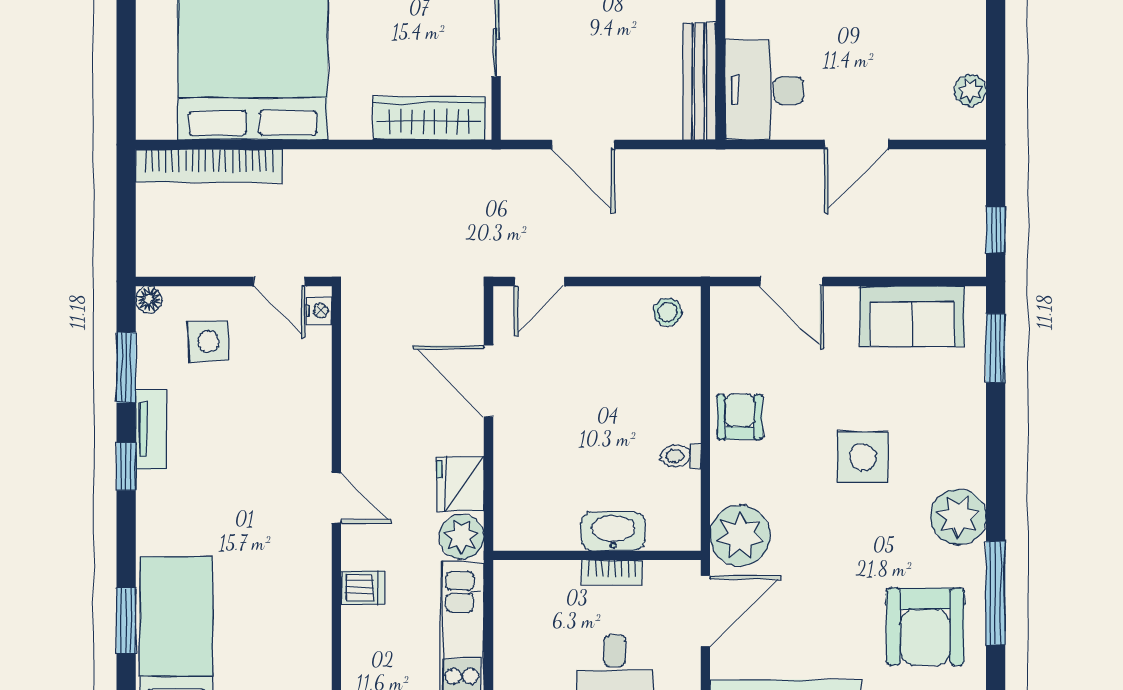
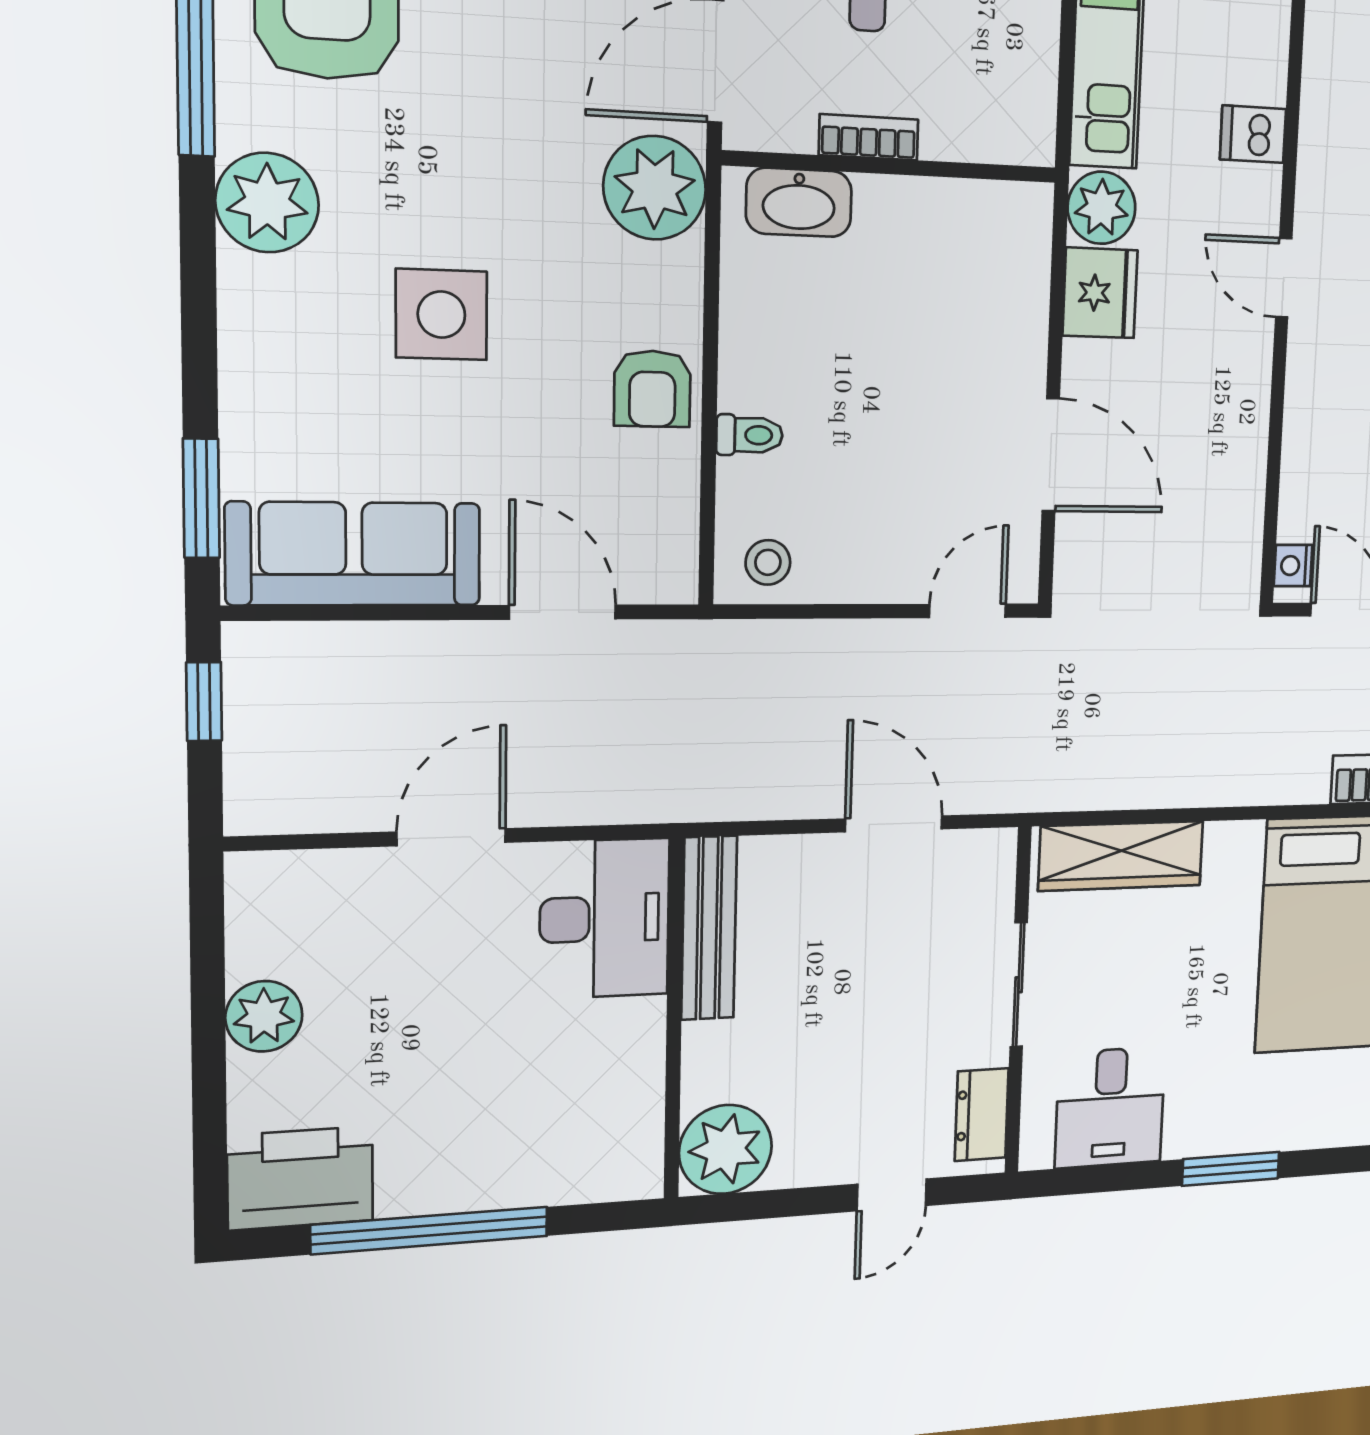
plant: (970, 90) -> (264, 1016), moved, width x1.38, depth x1.38
sofa: (912, 316) -> (354, 554), width x1.36
toilet: (681, 456) -> (749, 435), moved
washbasin: (613, 531) -> (799, 202), moved

